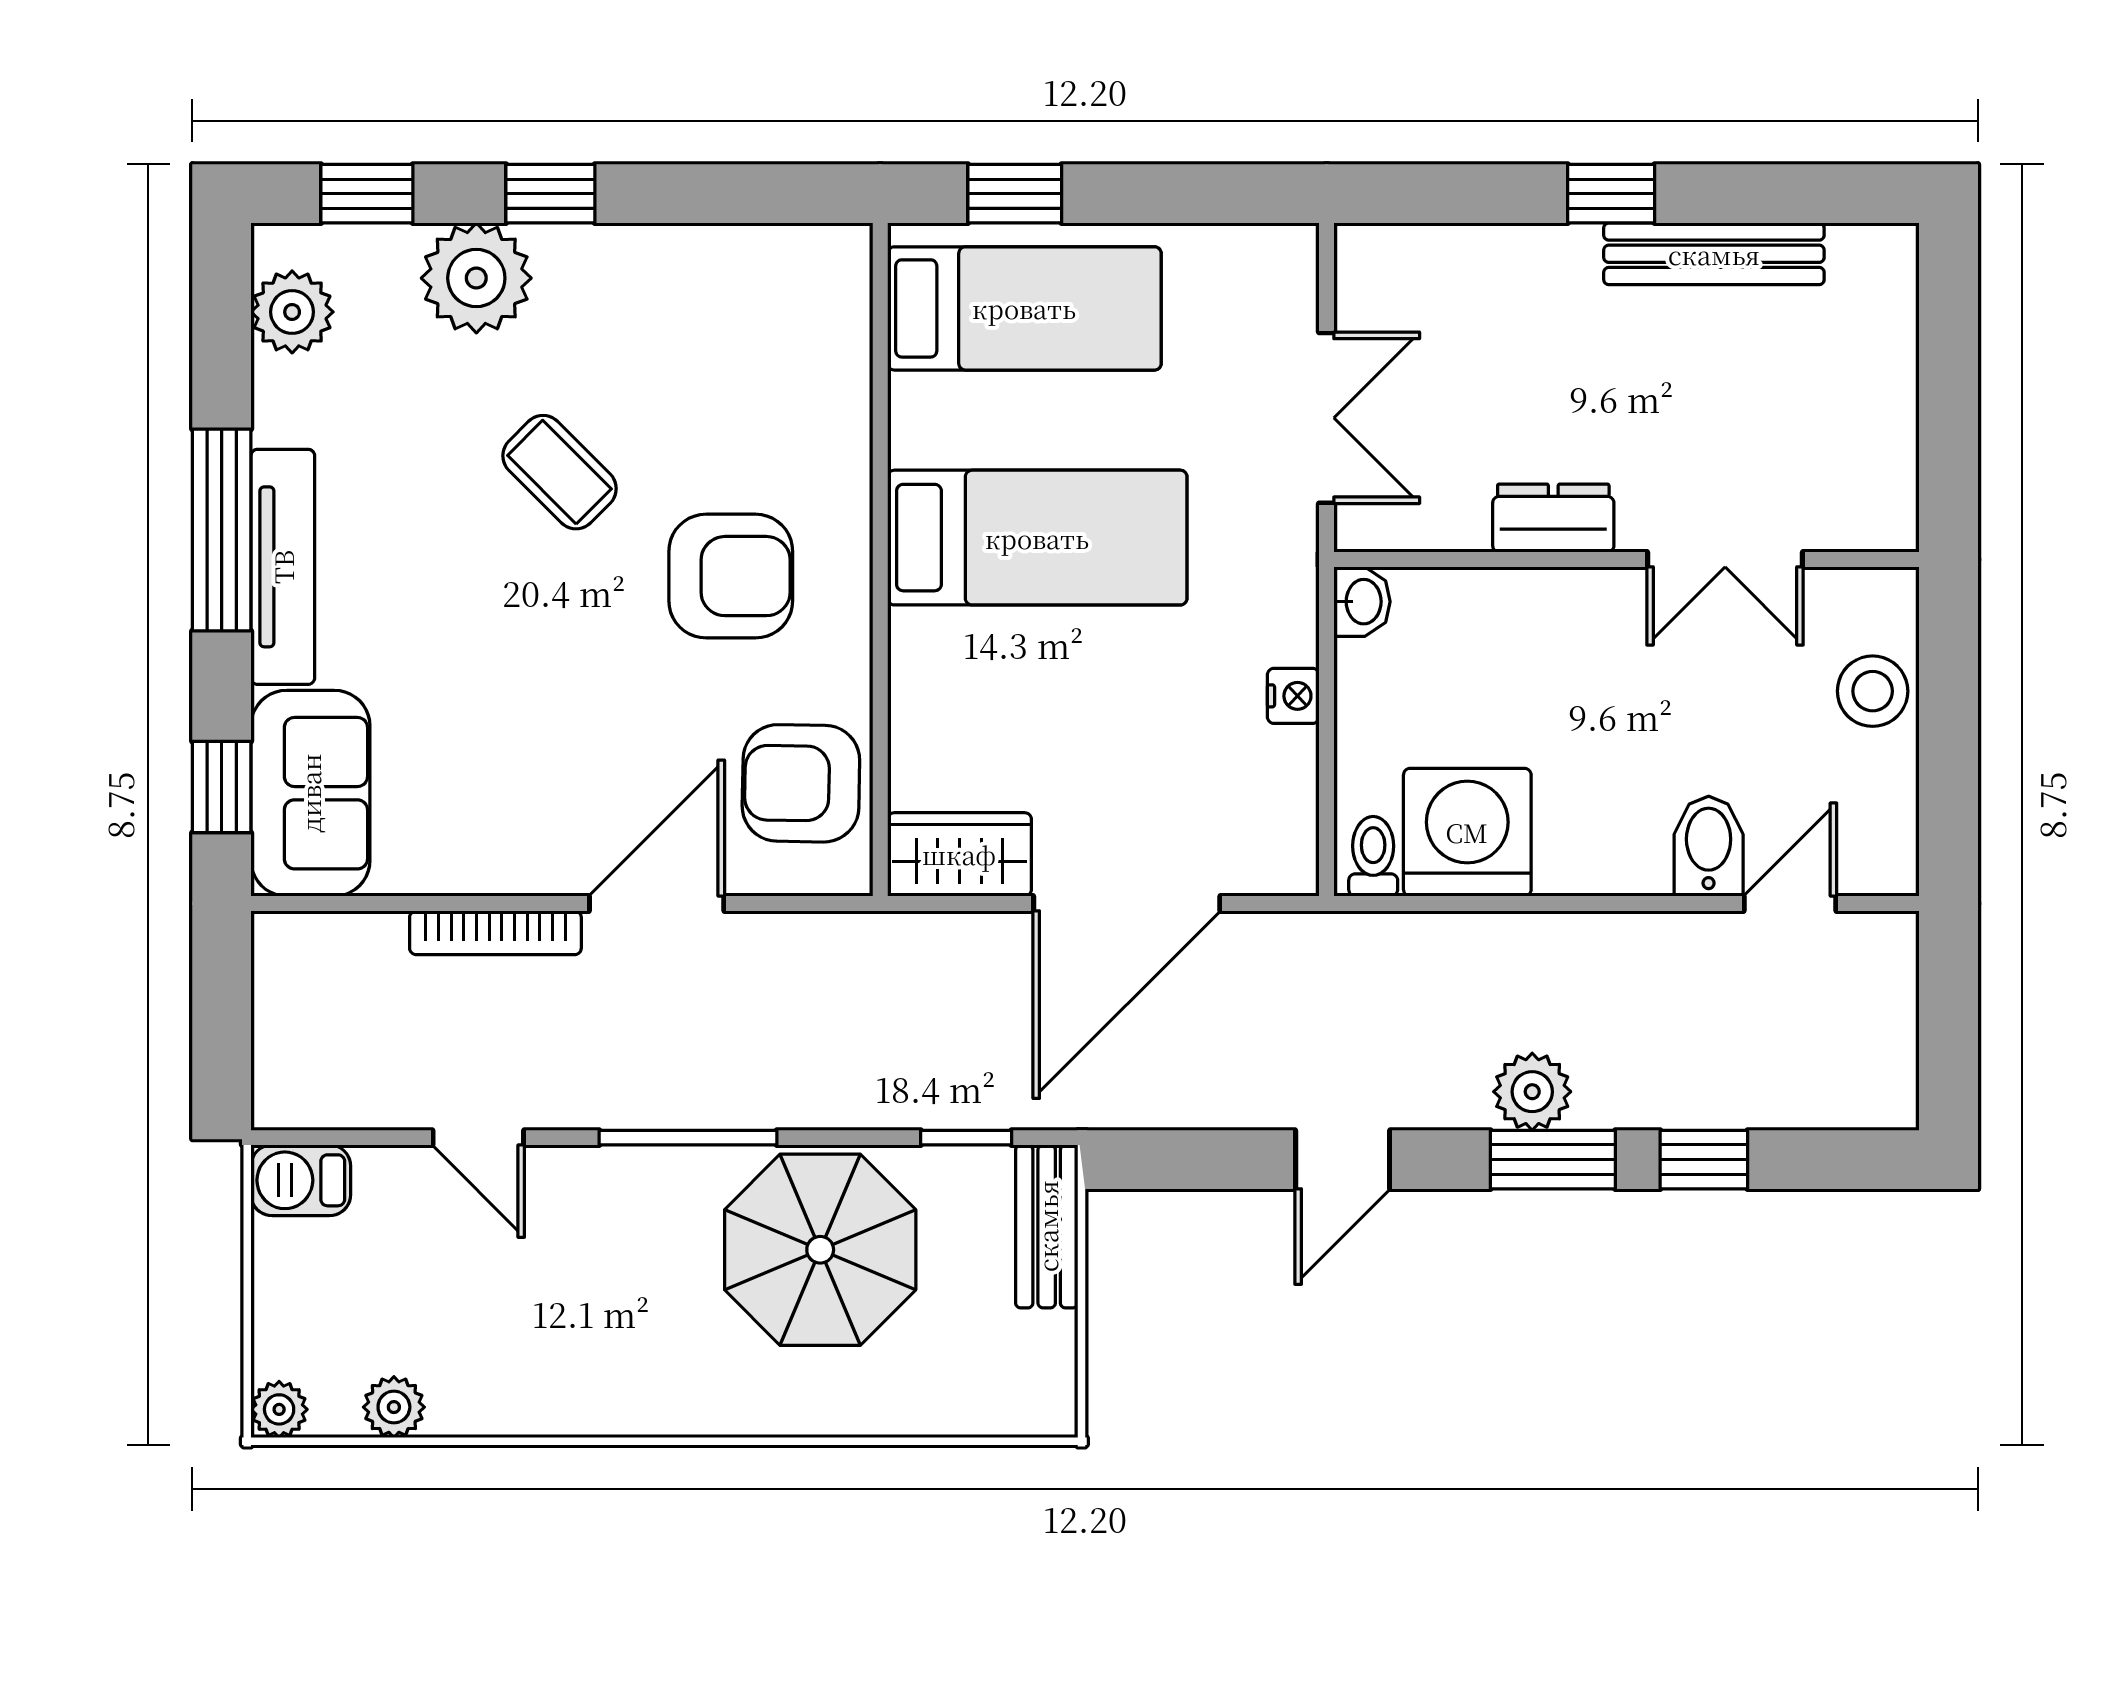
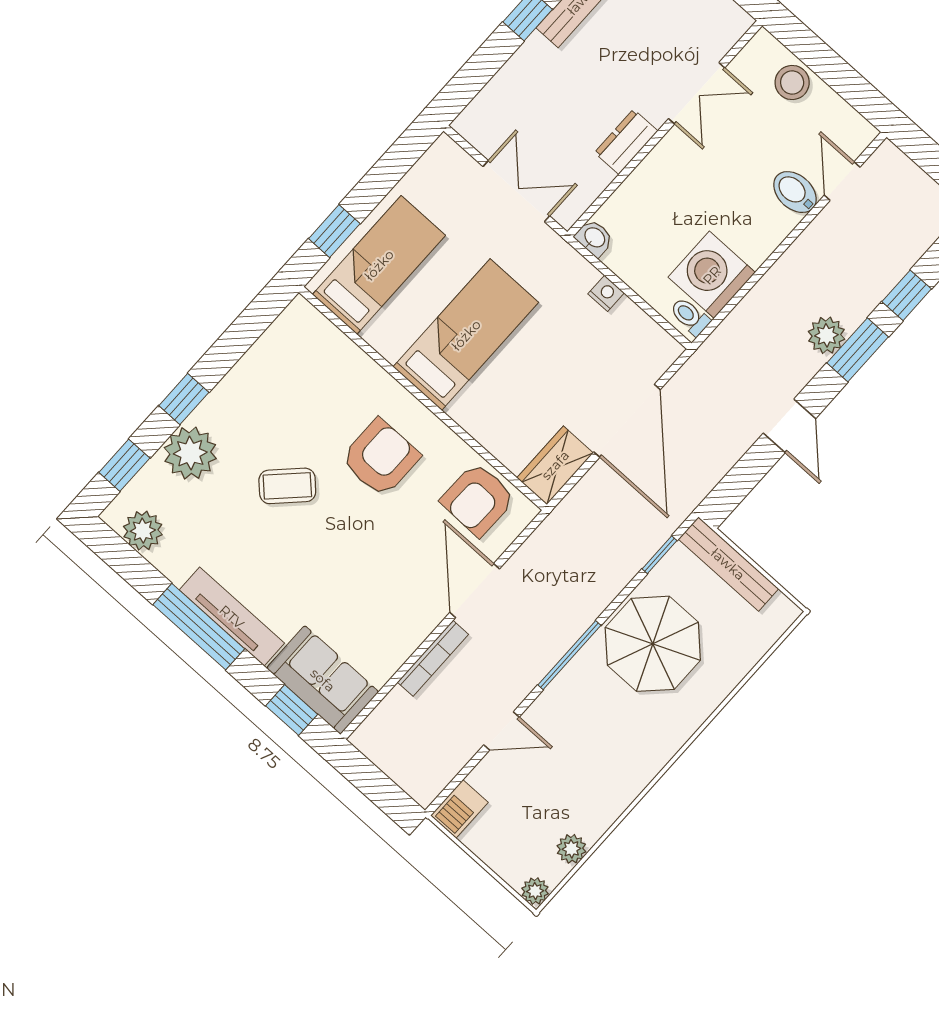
bench: (1047, 1226) -> (728, 564), width x1.36

